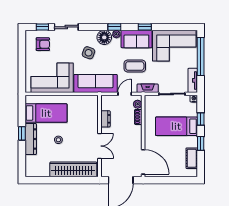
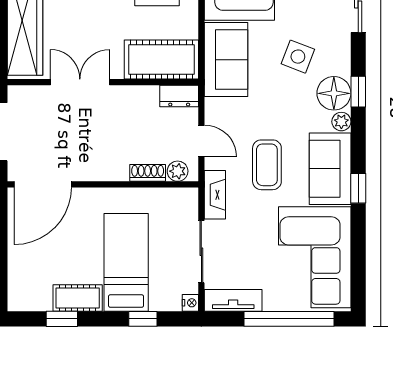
window: (114, 27) -> (358, 92), moved
sofa: (96, 83) -> (226, 60), width x0.73
cot: (90, 111) -> (161, 59), added
dresser: (105, 119) -> (179, 96), moved
window: (201, 143) -> (62, 319), moved
double door: (99, 146) -> (80, 82), swing flipped
cot: (192, 158) -> (78, 298), moved

